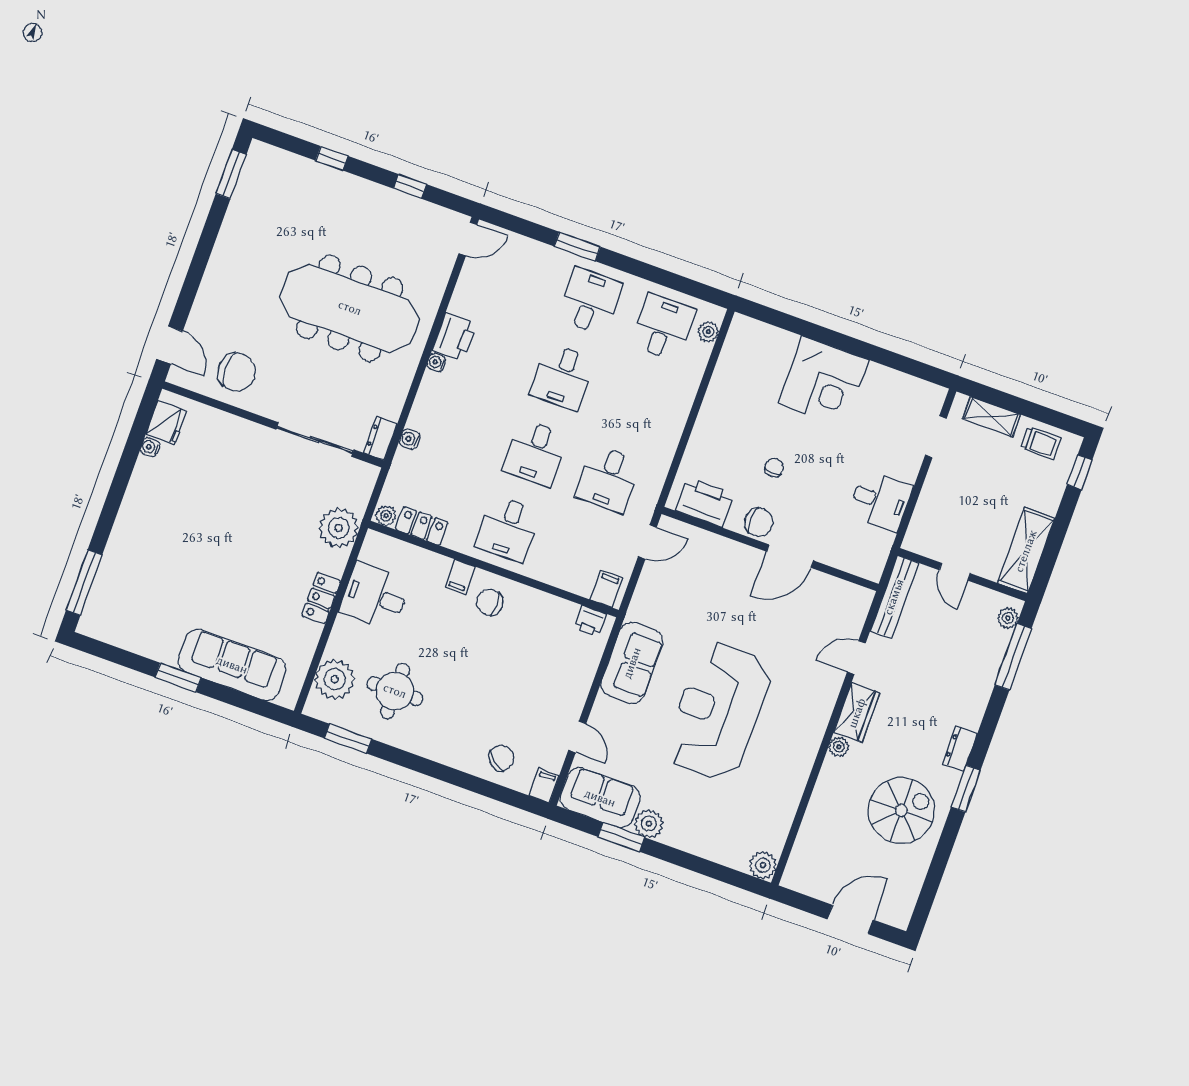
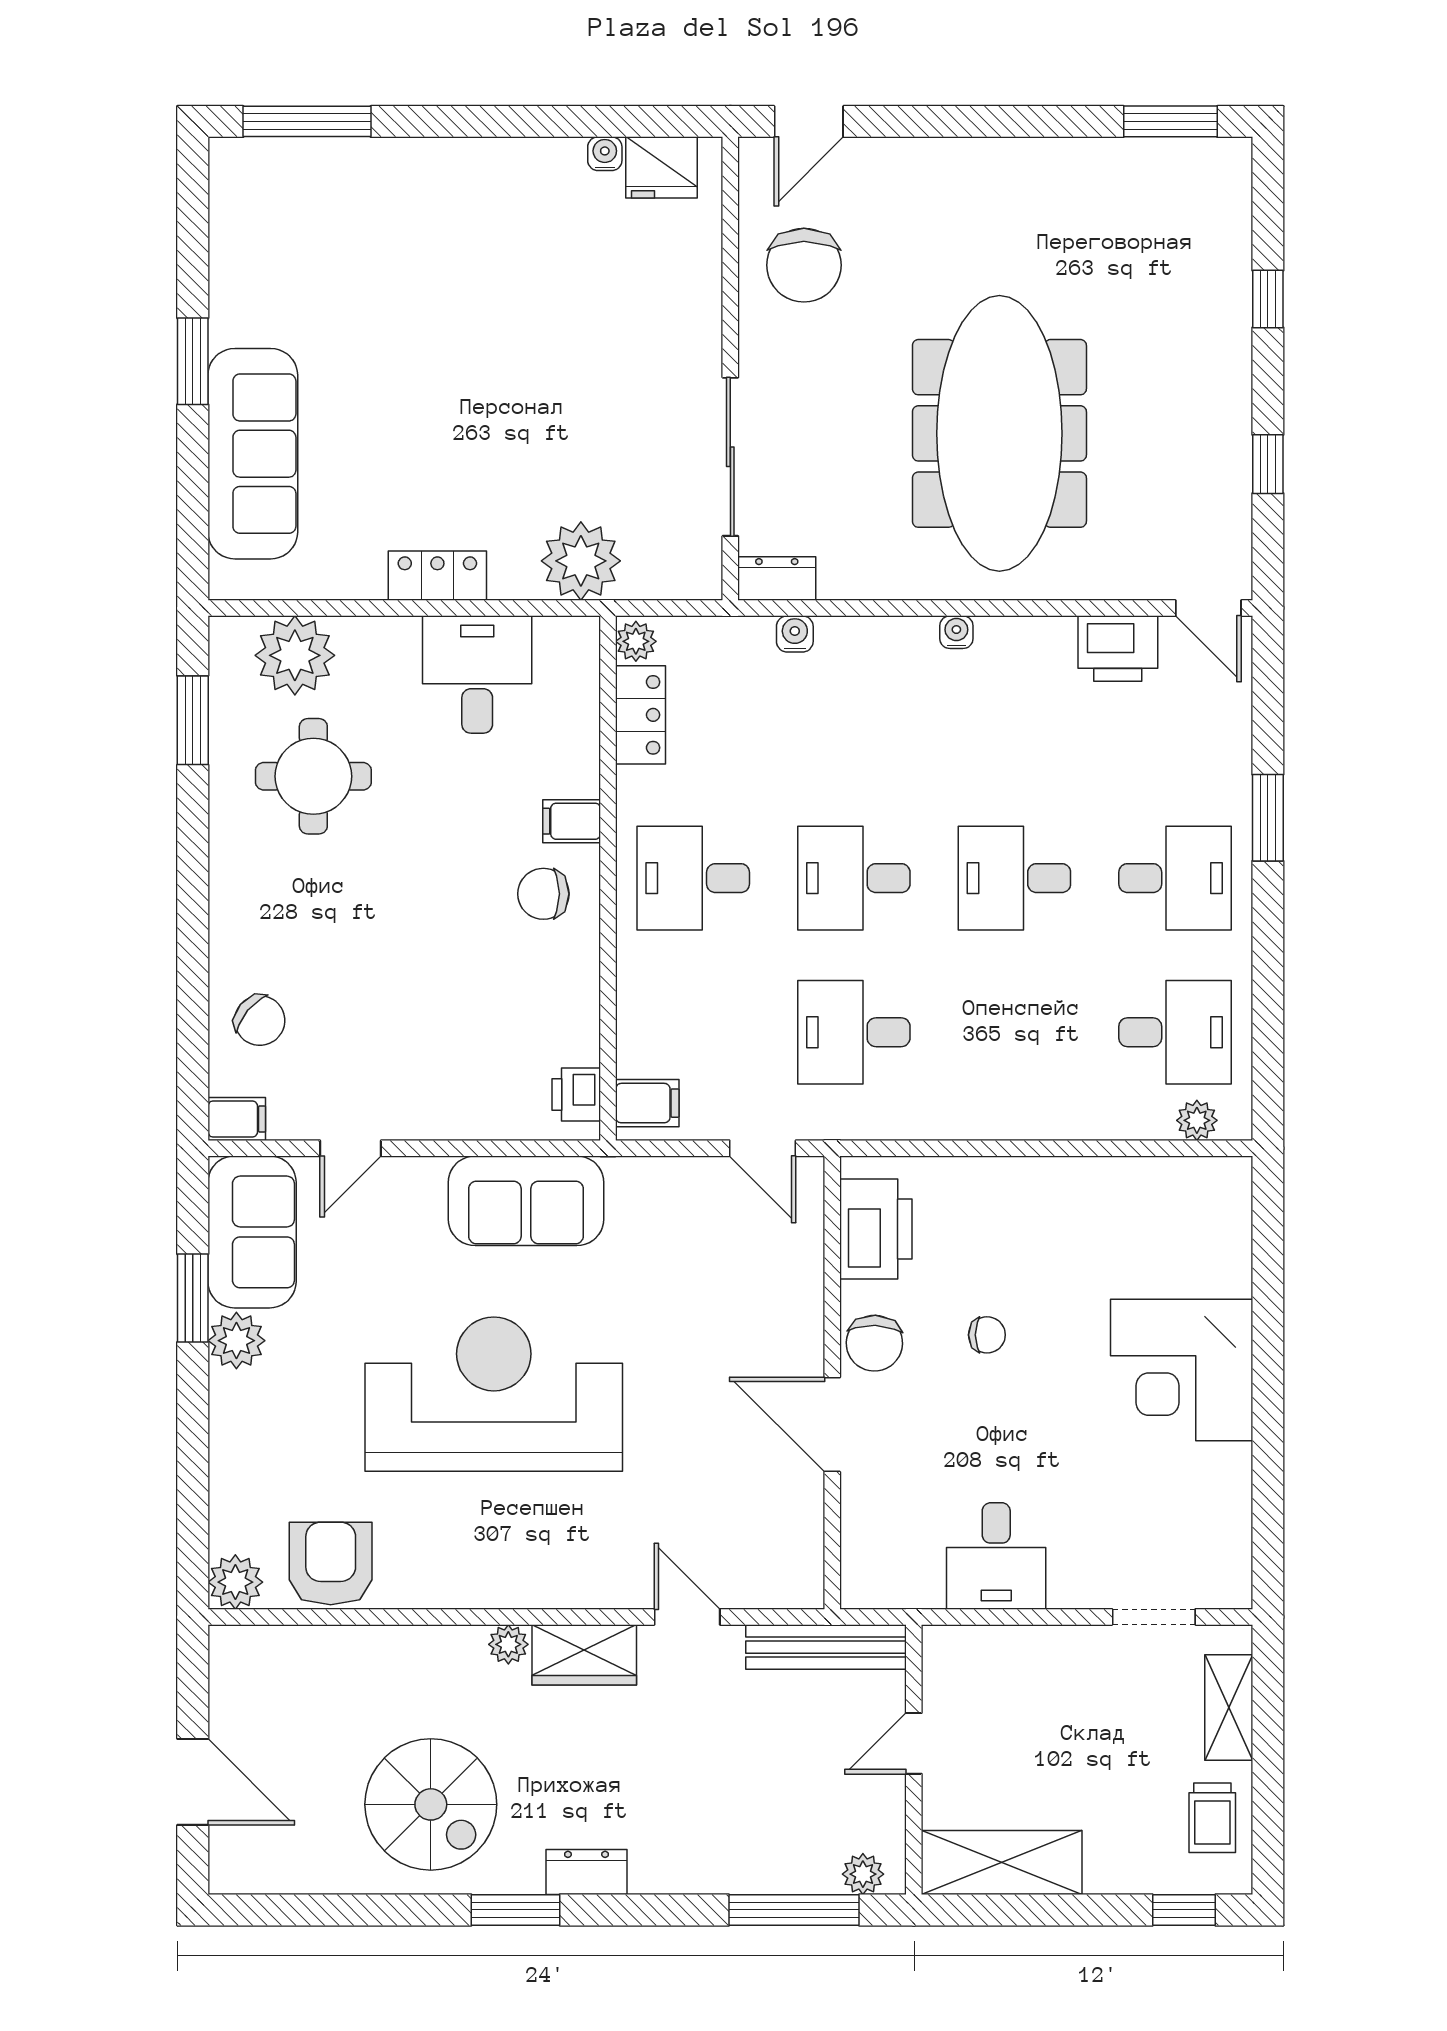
printer: (454, 337) -> (1118, 649), moved
chair: (490, 602) -> (543, 894), turned -90
armchair: (770, 817) -> (331, 1563), added

